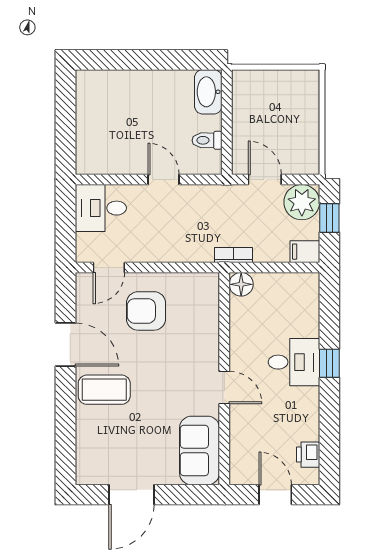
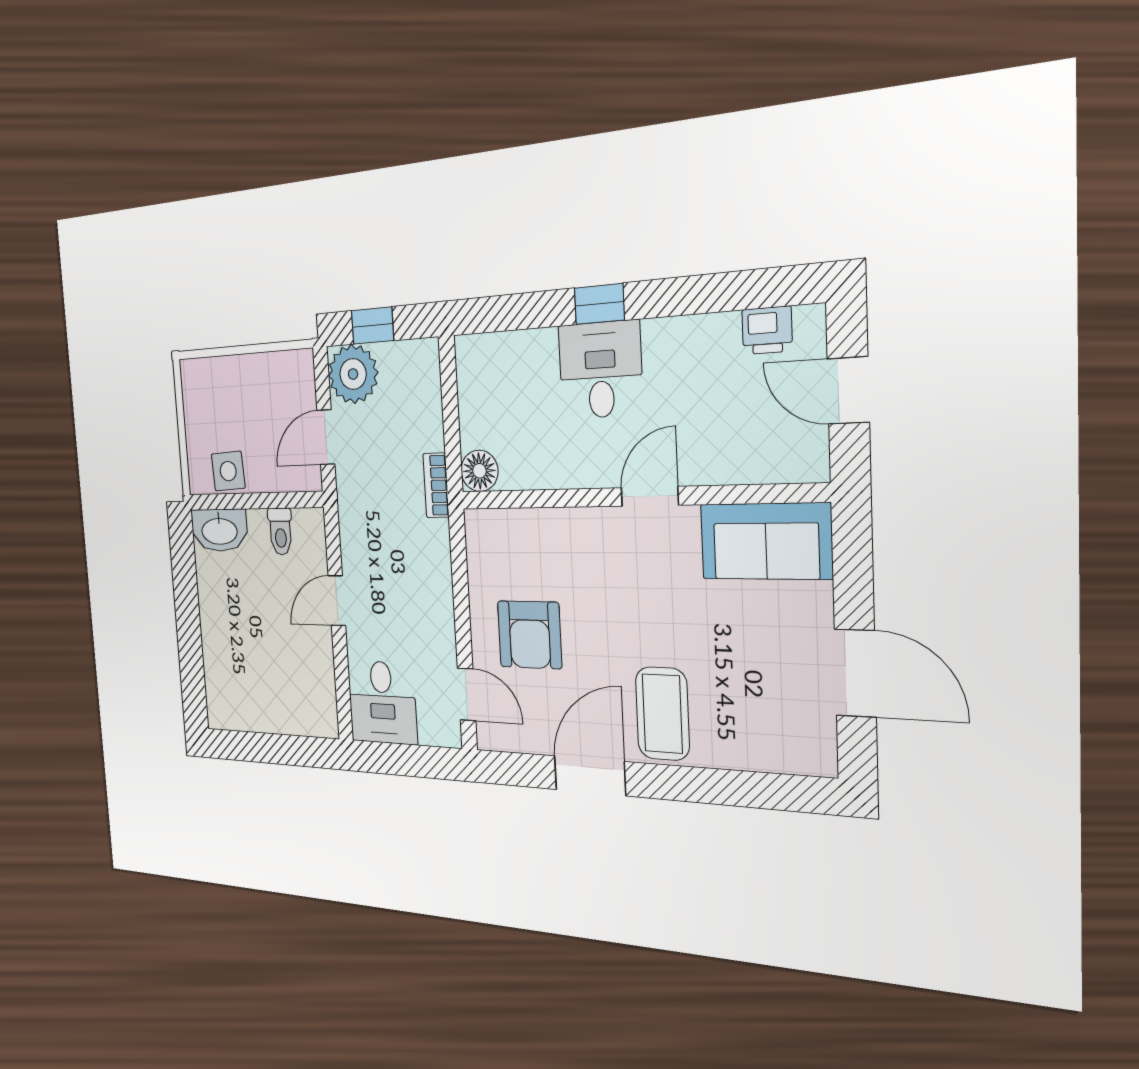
side table: (246, 103) -> (228, 471), added
filing cabinet: (305, 252) -> (424, 363), removed
door: (275, 495) -> (848, 390), hinge flipped

